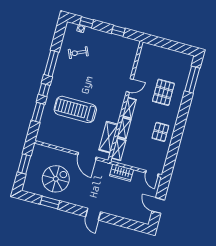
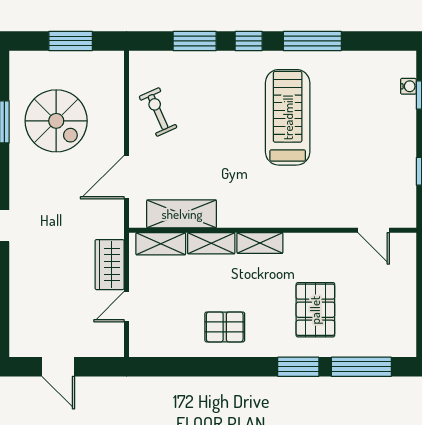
exercise bike: (78, 53) -> (158, 112), moved
door: (130, 85) -> (374, 230), moved
pallet: (163, 92) -> (315, 310), turned 90
window: (185, 106) -> (298, 367), added
treadmill: (75, 109) -> (288, 117), moved
door: (152, 173) -> (126, 307), moved
door: (158, 206) -> (58, 367), swing flipped

